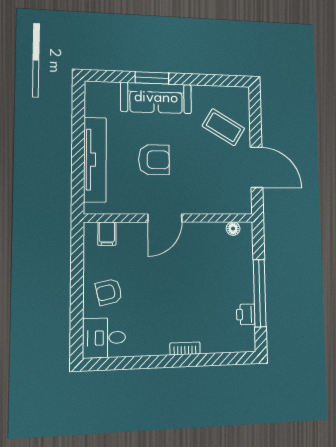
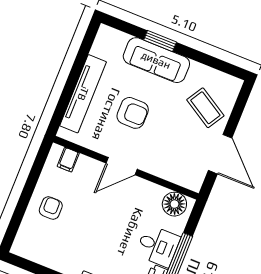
floor lamp: (233, 229) -> (174, 204), width x1.89, depth x1.89
armchair: (109, 292) -> (51, 208), turned 103
desk: (104, 338) -> (158, 246), moved, turned 180

